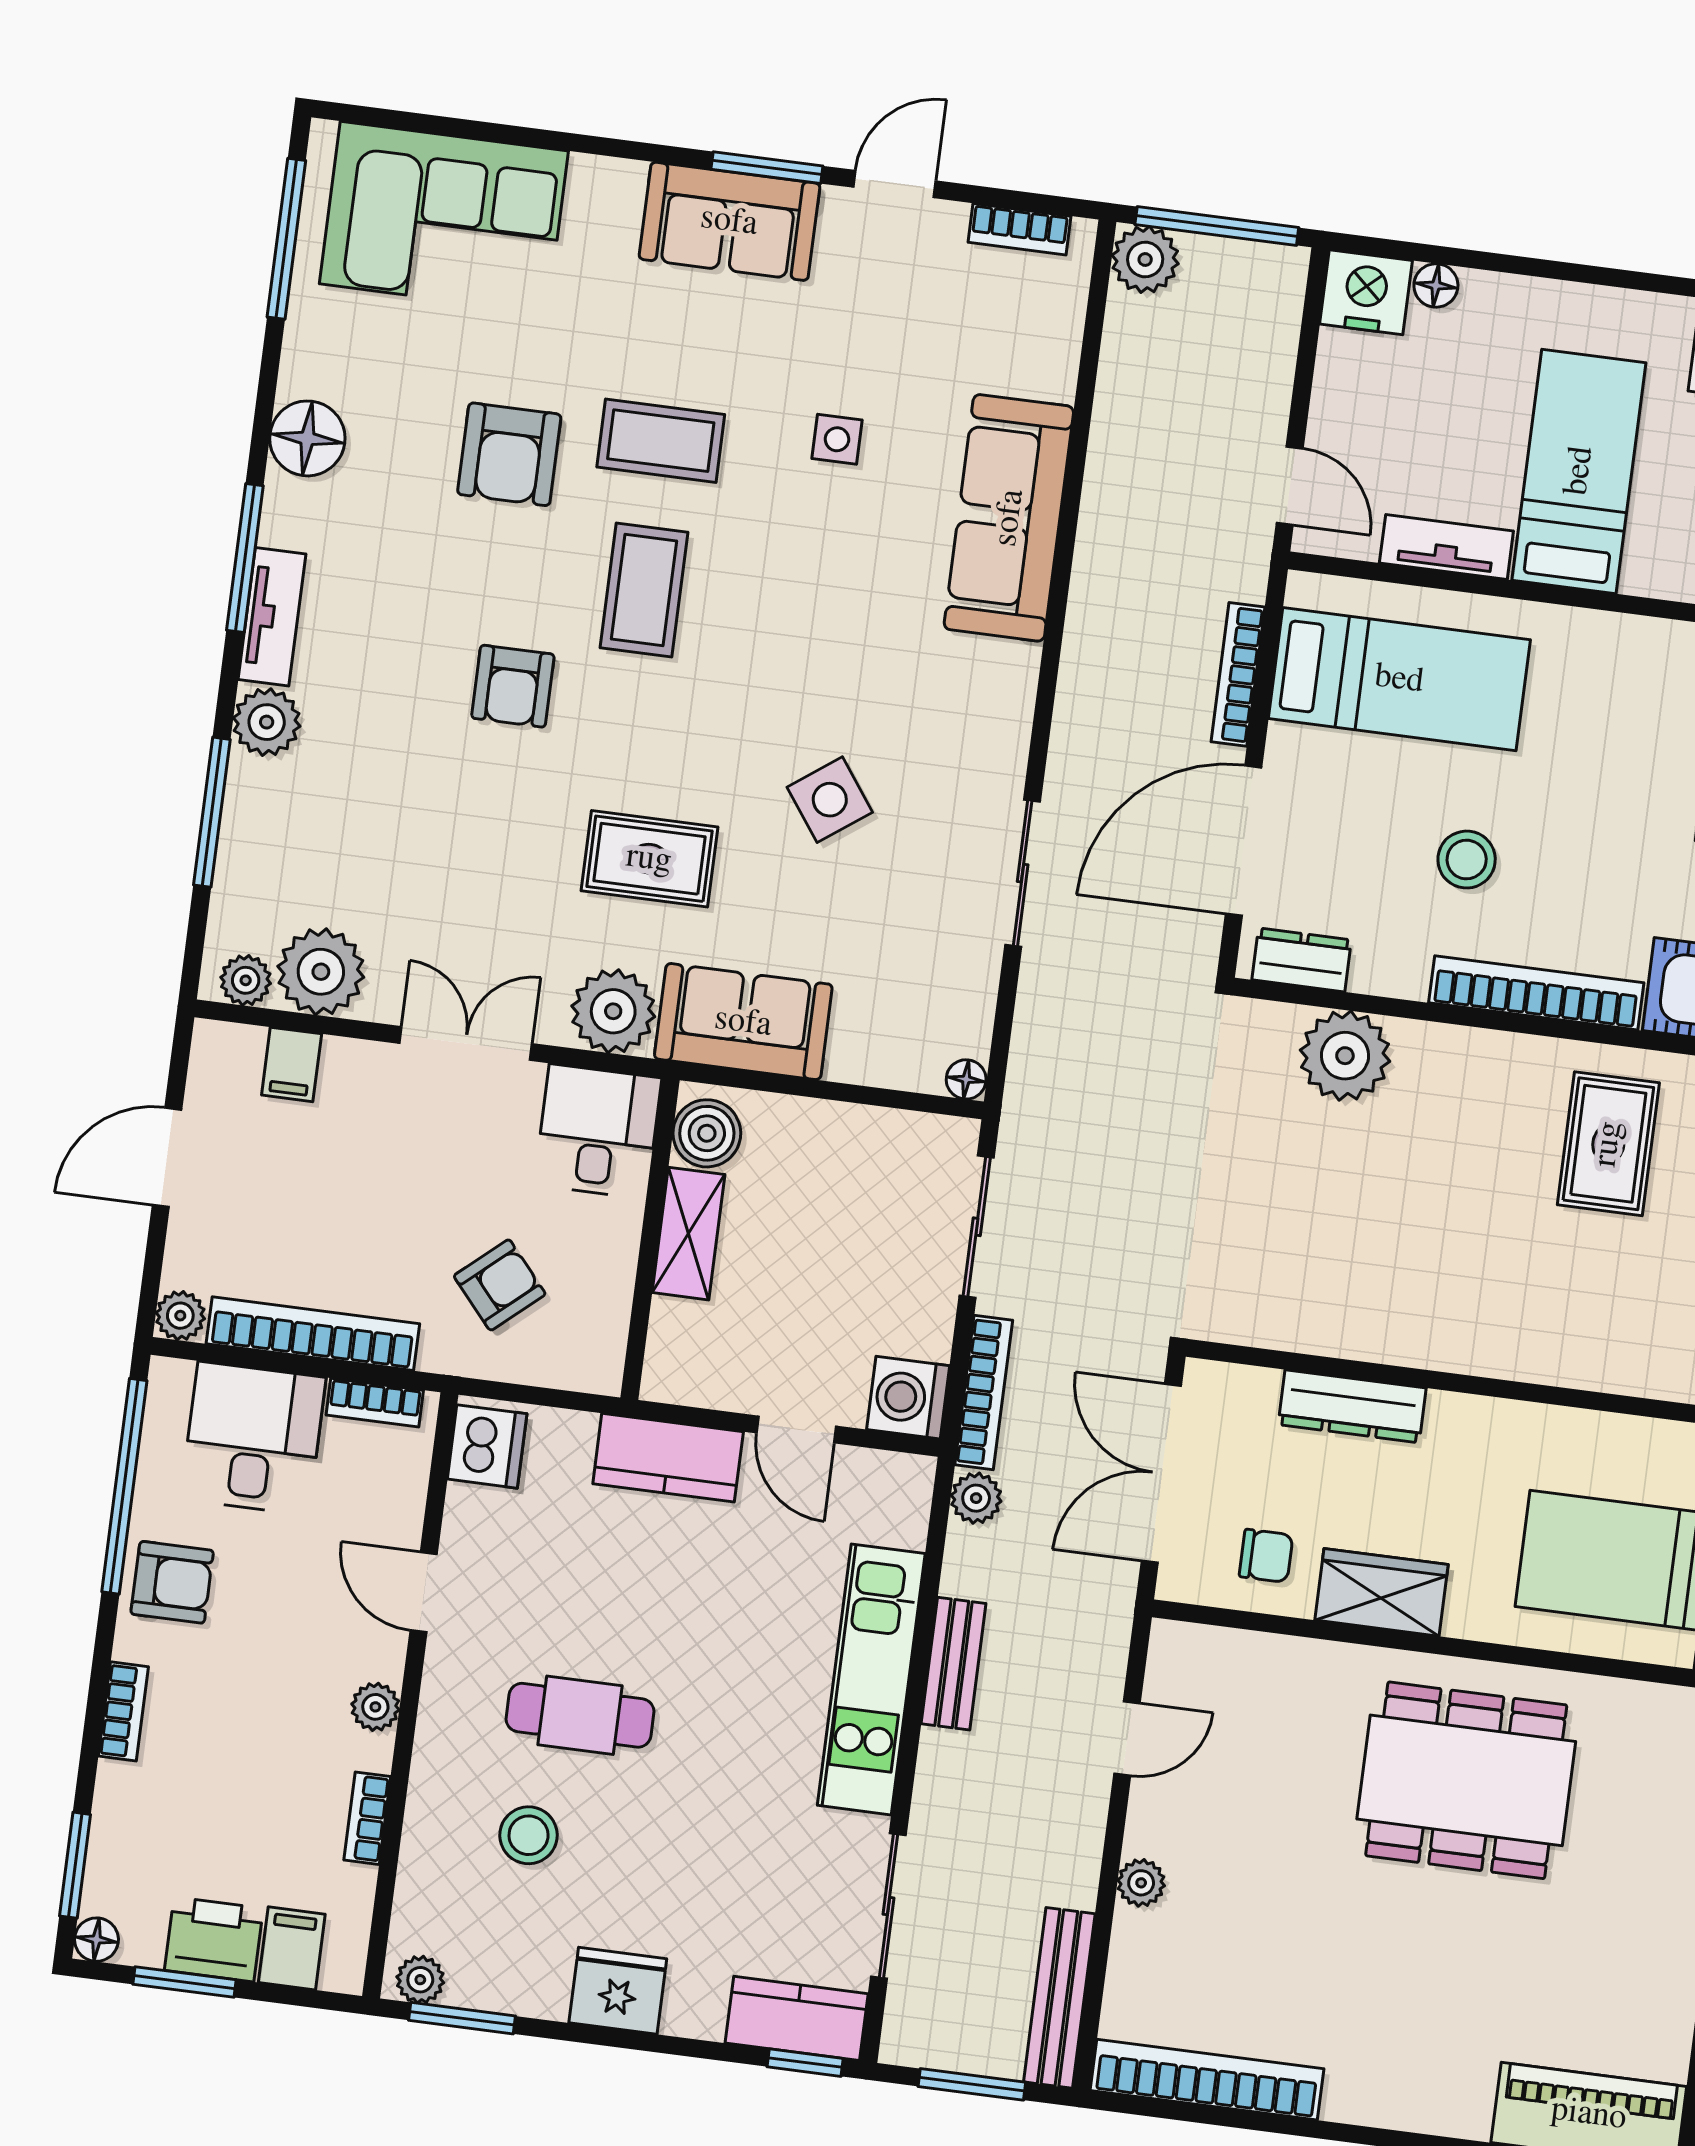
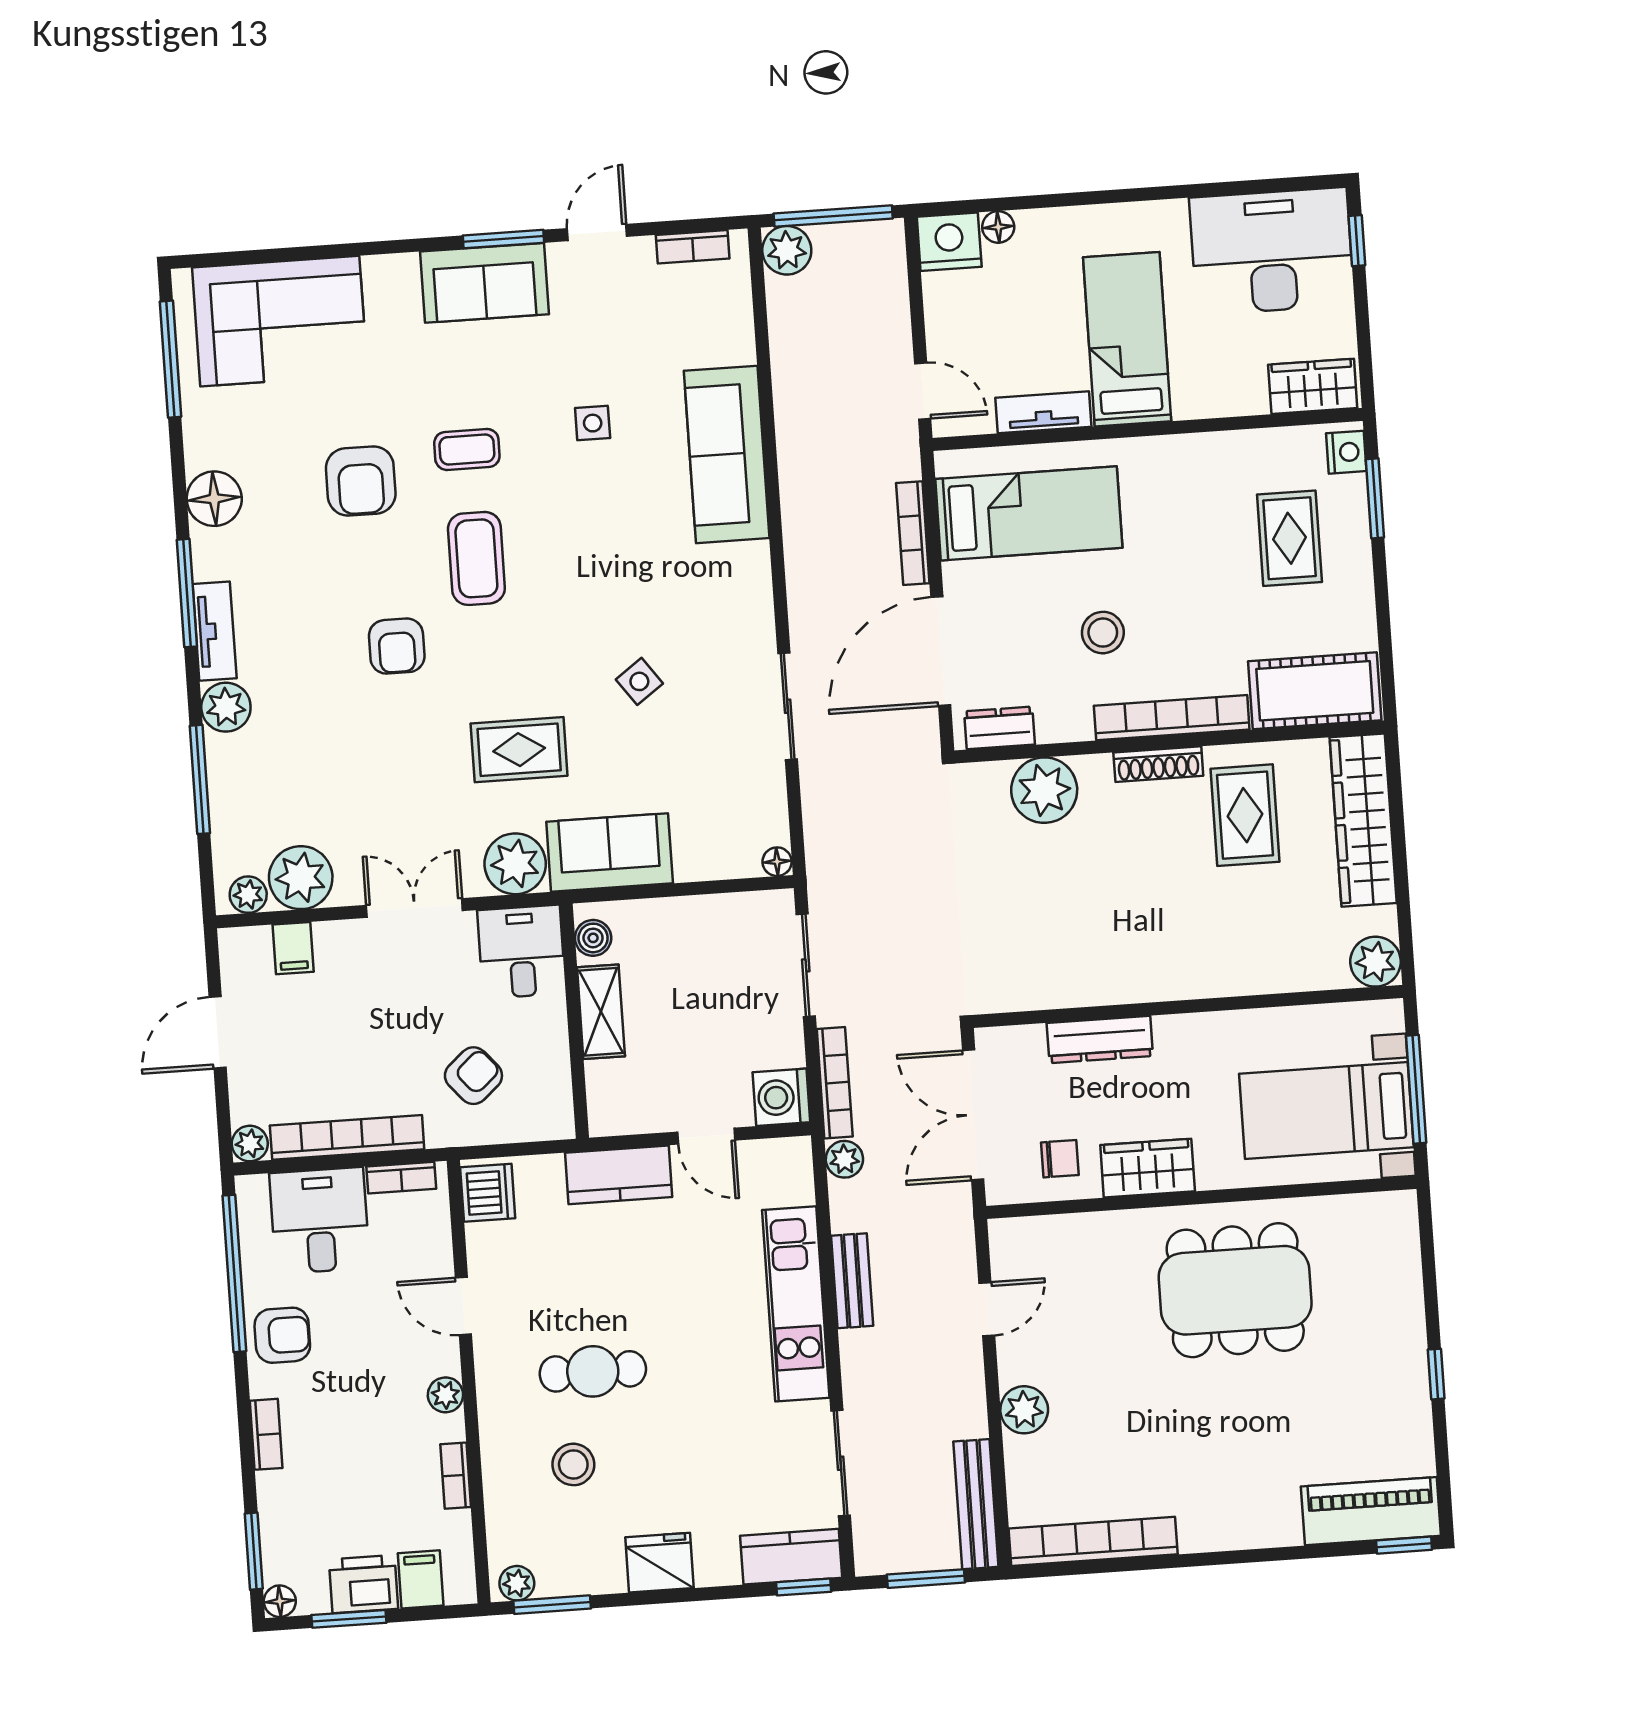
coffee table: (661, 441) -> (467, 449), width x0.73, depth x0.77
side table: (830, 800) -> (639, 681), width x0.73, depth x0.73
shoe rack: (1506, 1052) -> (1158, 764), added
boiler: (707, 1133) -> (593, 938), width x0.73, depth x0.73
plant: (1141, 1883) -> (1024, 1410), width x1.38, depth x1.38

